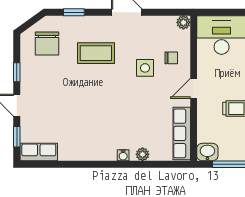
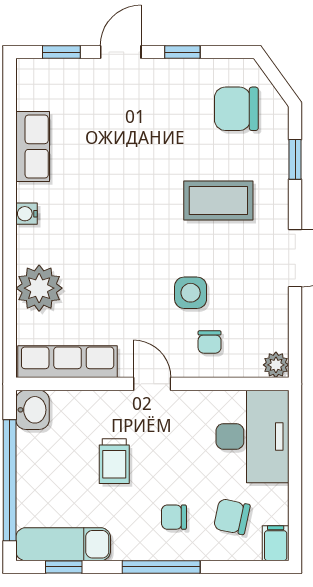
coffee table: (96, 53) -> (218, 201), turned 90
row of seats: (39, 152) -> (33, 147), moved
plant: (143, 154) -> (39, 288), width x1.87, depth x1.87
water cooler: (123, 155) -> (27, 214), moved

